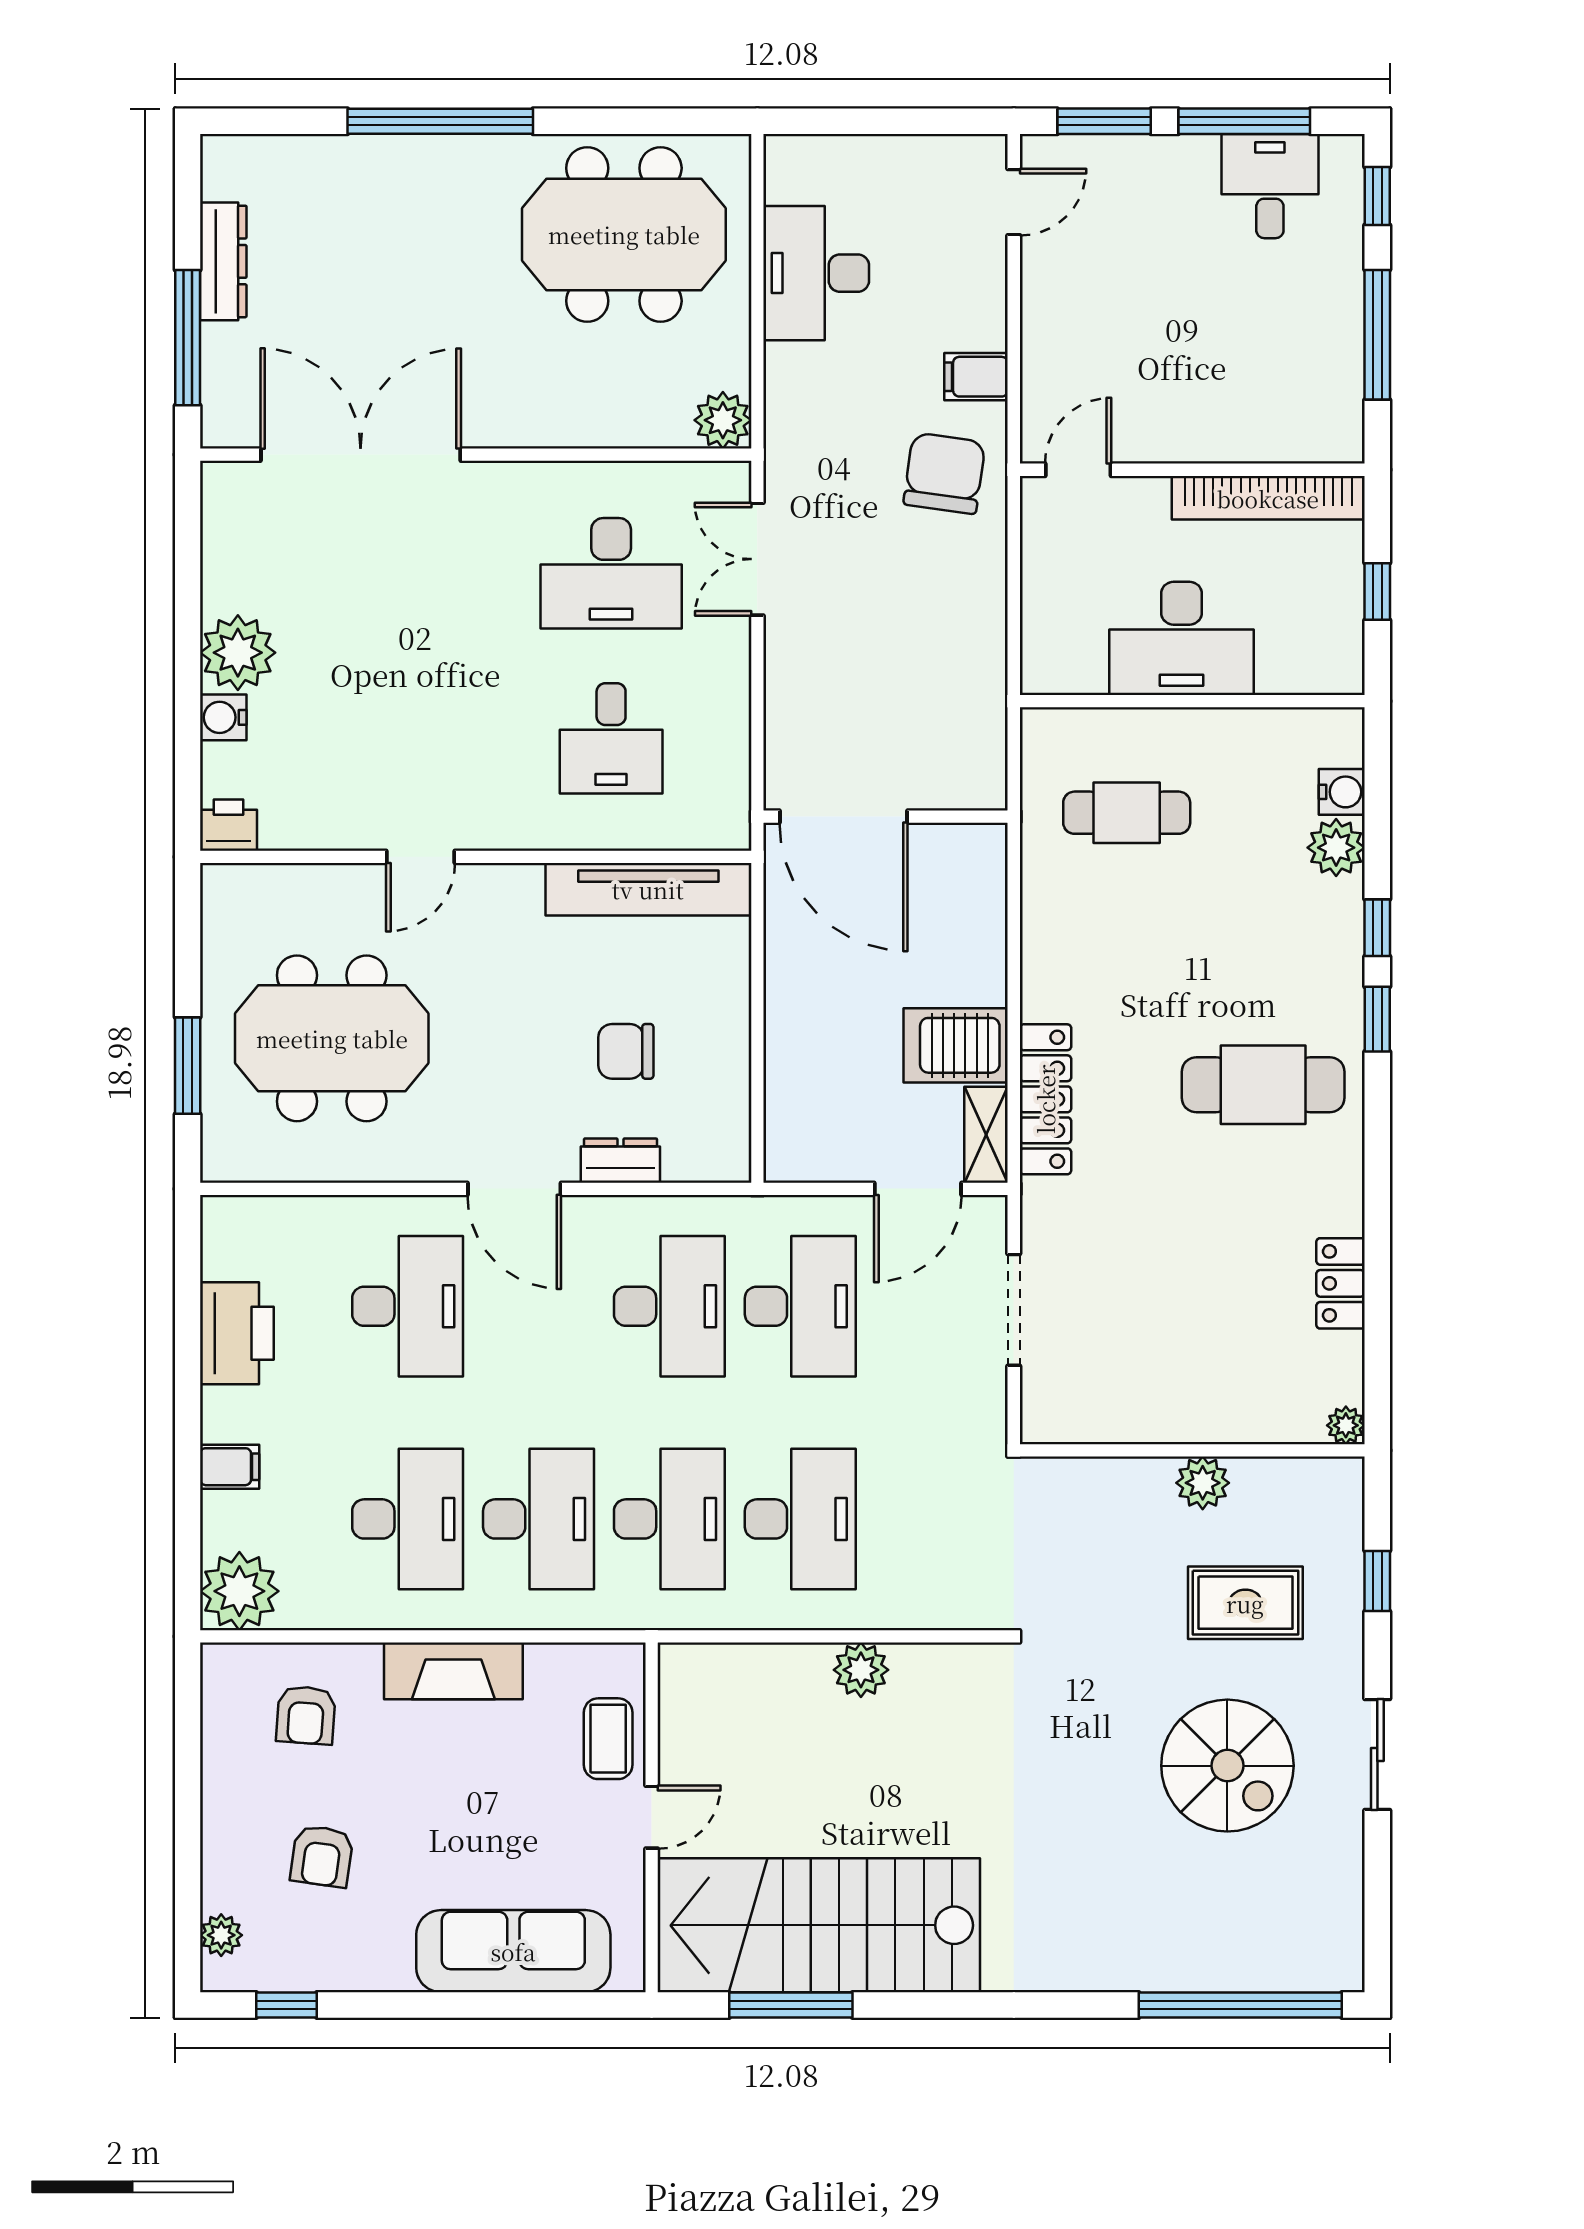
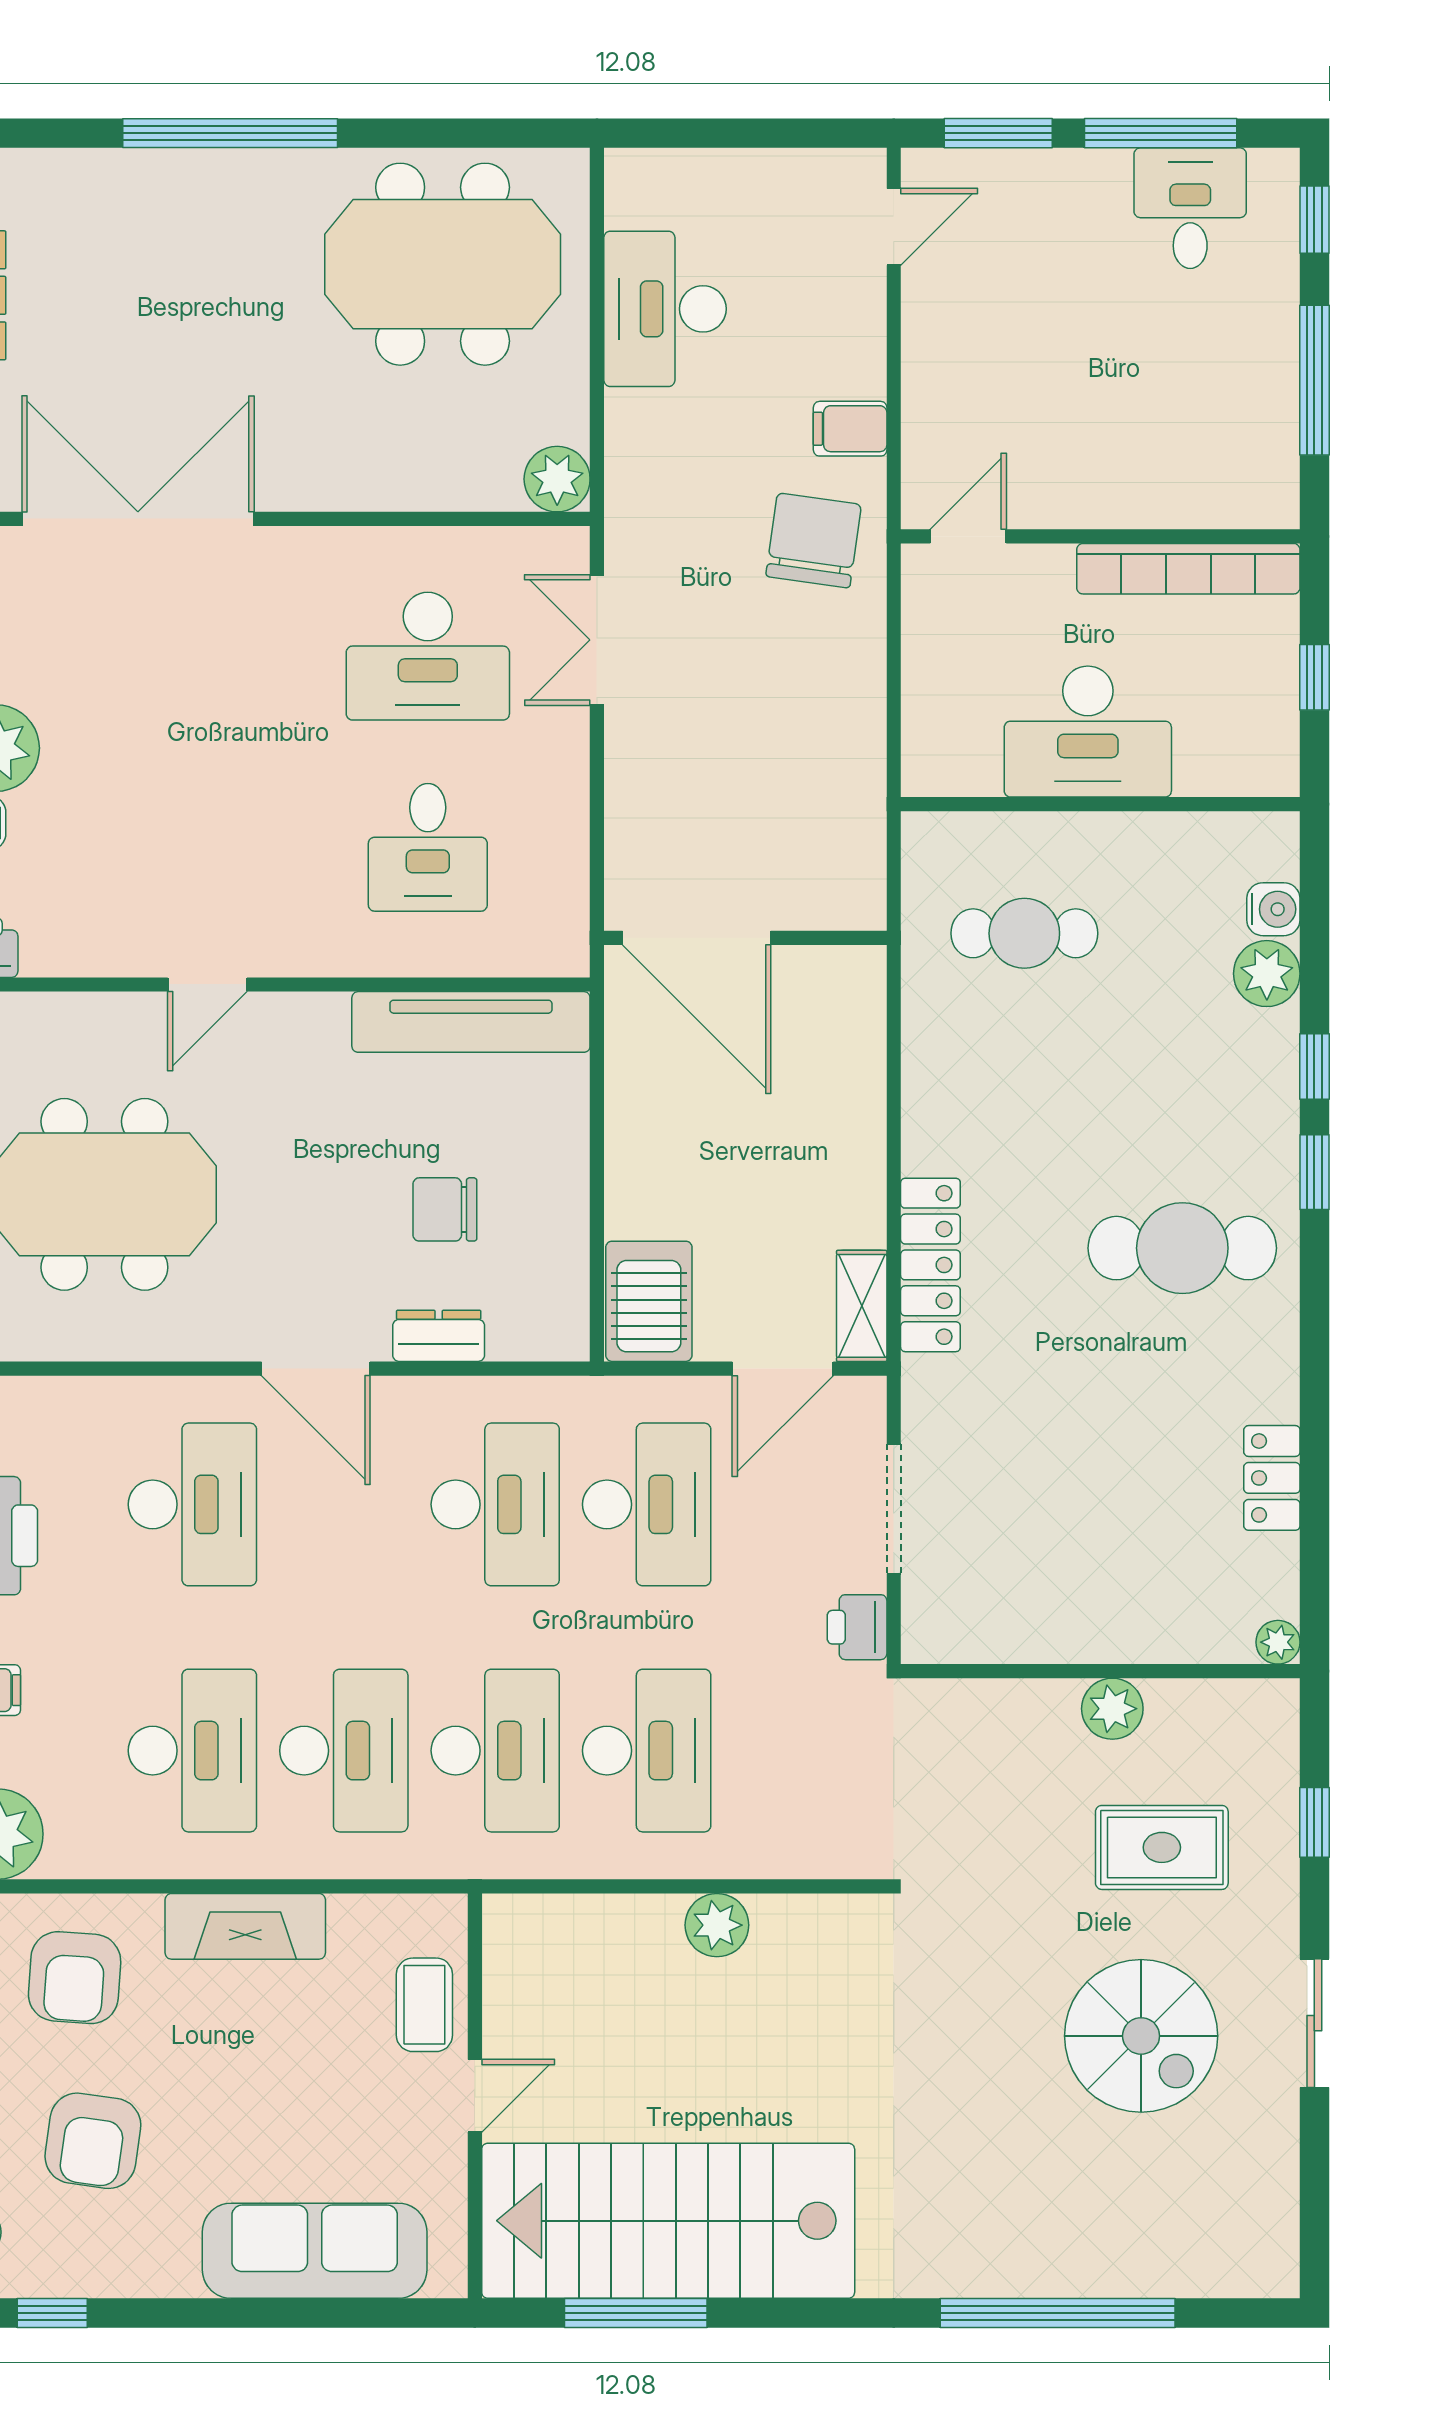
server rack: (956, 1045) -> (649, 1301), moved, turned 90
printer: (982, 1412) -> (857, 1627), added
armchair: (306, 1715) -> (75, 1978), width x1.38, depth x1.38
armchair: (322, 1856) -> (93, 2141), width x1.38, depth x1.38
window: (1240, 2005) -> (1058, 2313), moved

